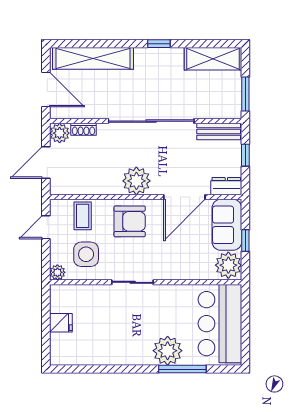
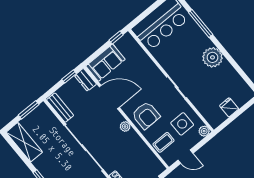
window: (245, 155) -> (69, 76), moved
plant: (136, 181) -> (125, 126), width x0.53, depth x0.53
armchair: (130, 221) -> (146, 115), turned 180
window: (245, 241) -> (116, 37), moved
plant: (228, 265) -> (126, 44), removed
plant: (168, 351) -> (212, 57), moved

